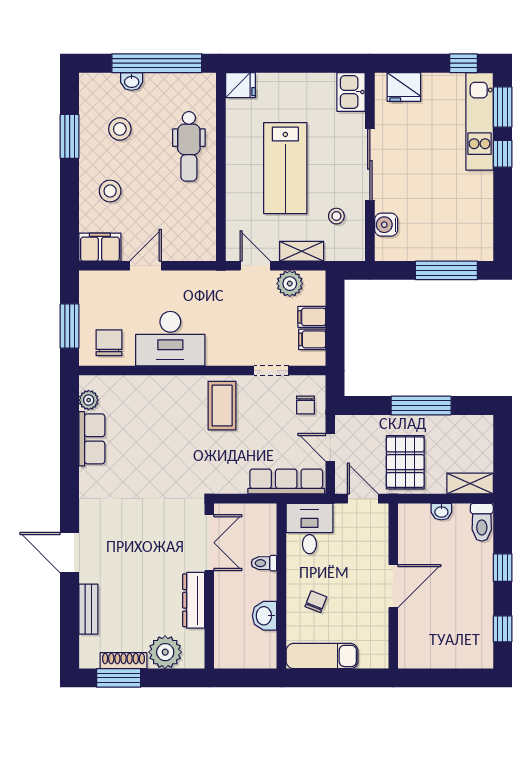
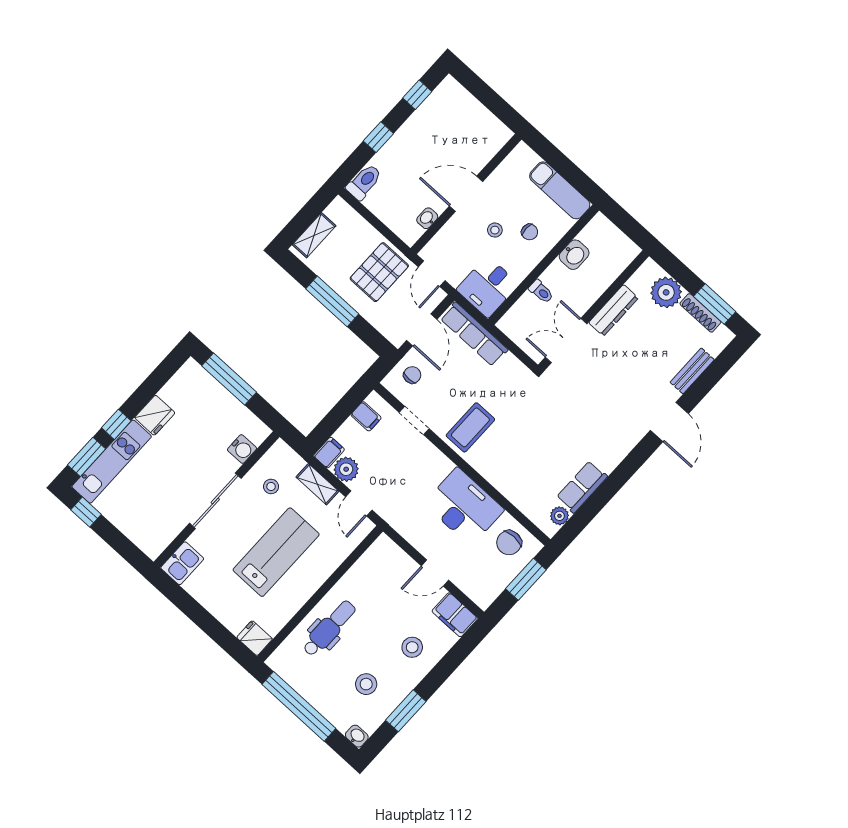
washbasin: (132, 81) -> (357, 736), moved
fridge: (404, 87) -> (155, 415), moved, turned 90
filing cabinet: (312, 317) -> (329, 453), moved, turned -90
door: (330, 447) -> (422, 330), width x1.38
shelving: (470, 483) -> (314, 235), moved, turned 90
washbasin: (441, 512) -> (427, 218), moved, turned -90
stool: (345, 578) -> (495, 230), added
chair: (316, 602) -> (530, 232), turned -111

